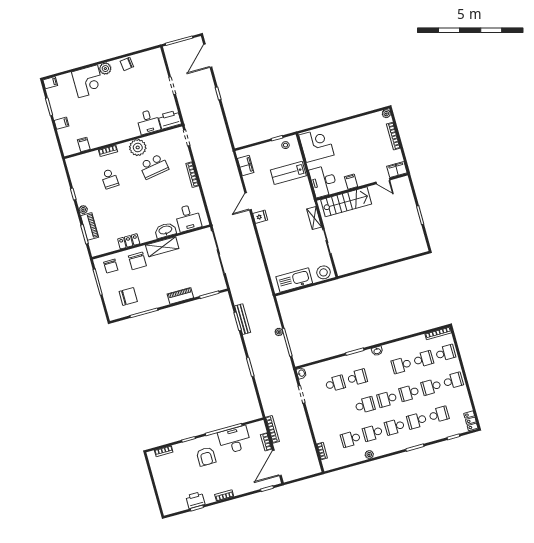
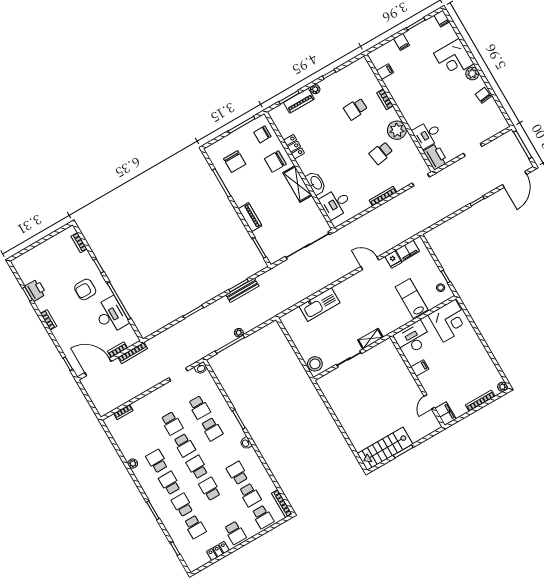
door: (208, 56) -> (515, 179), swing flipped
school desk: (154, 166) -> (381, 153), width x0.54
stairs: (346, 202) -> (385, 449), moved, turned 90
fridge: (260, 217) -> (393, 259), moved
kitchen sink: (294, 280) -> (320, 304), moved, turned 90
school desk: (431, 387) -> (223, 511), removed
locker: (471, 421) -> (218, 551), moved
school desk: (351, 439) -> (172, 423), moved, turned 180

